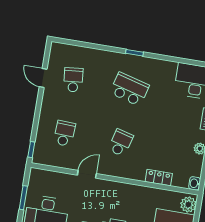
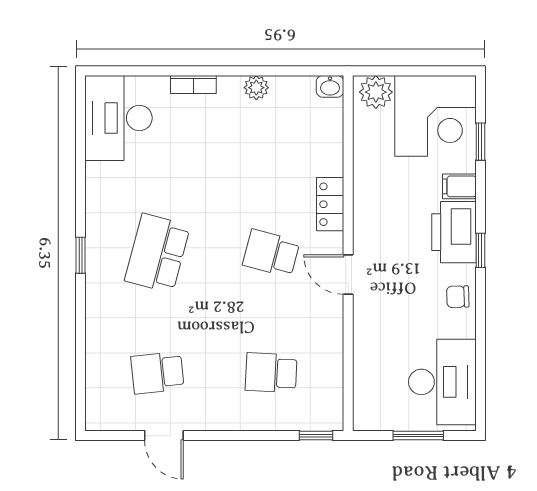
door: (43, 78) -> (164, 436), hinge flipped
door: (87, 174) -> (348, 275), moved
locker: (159, 178) -> (330, 204), moved

